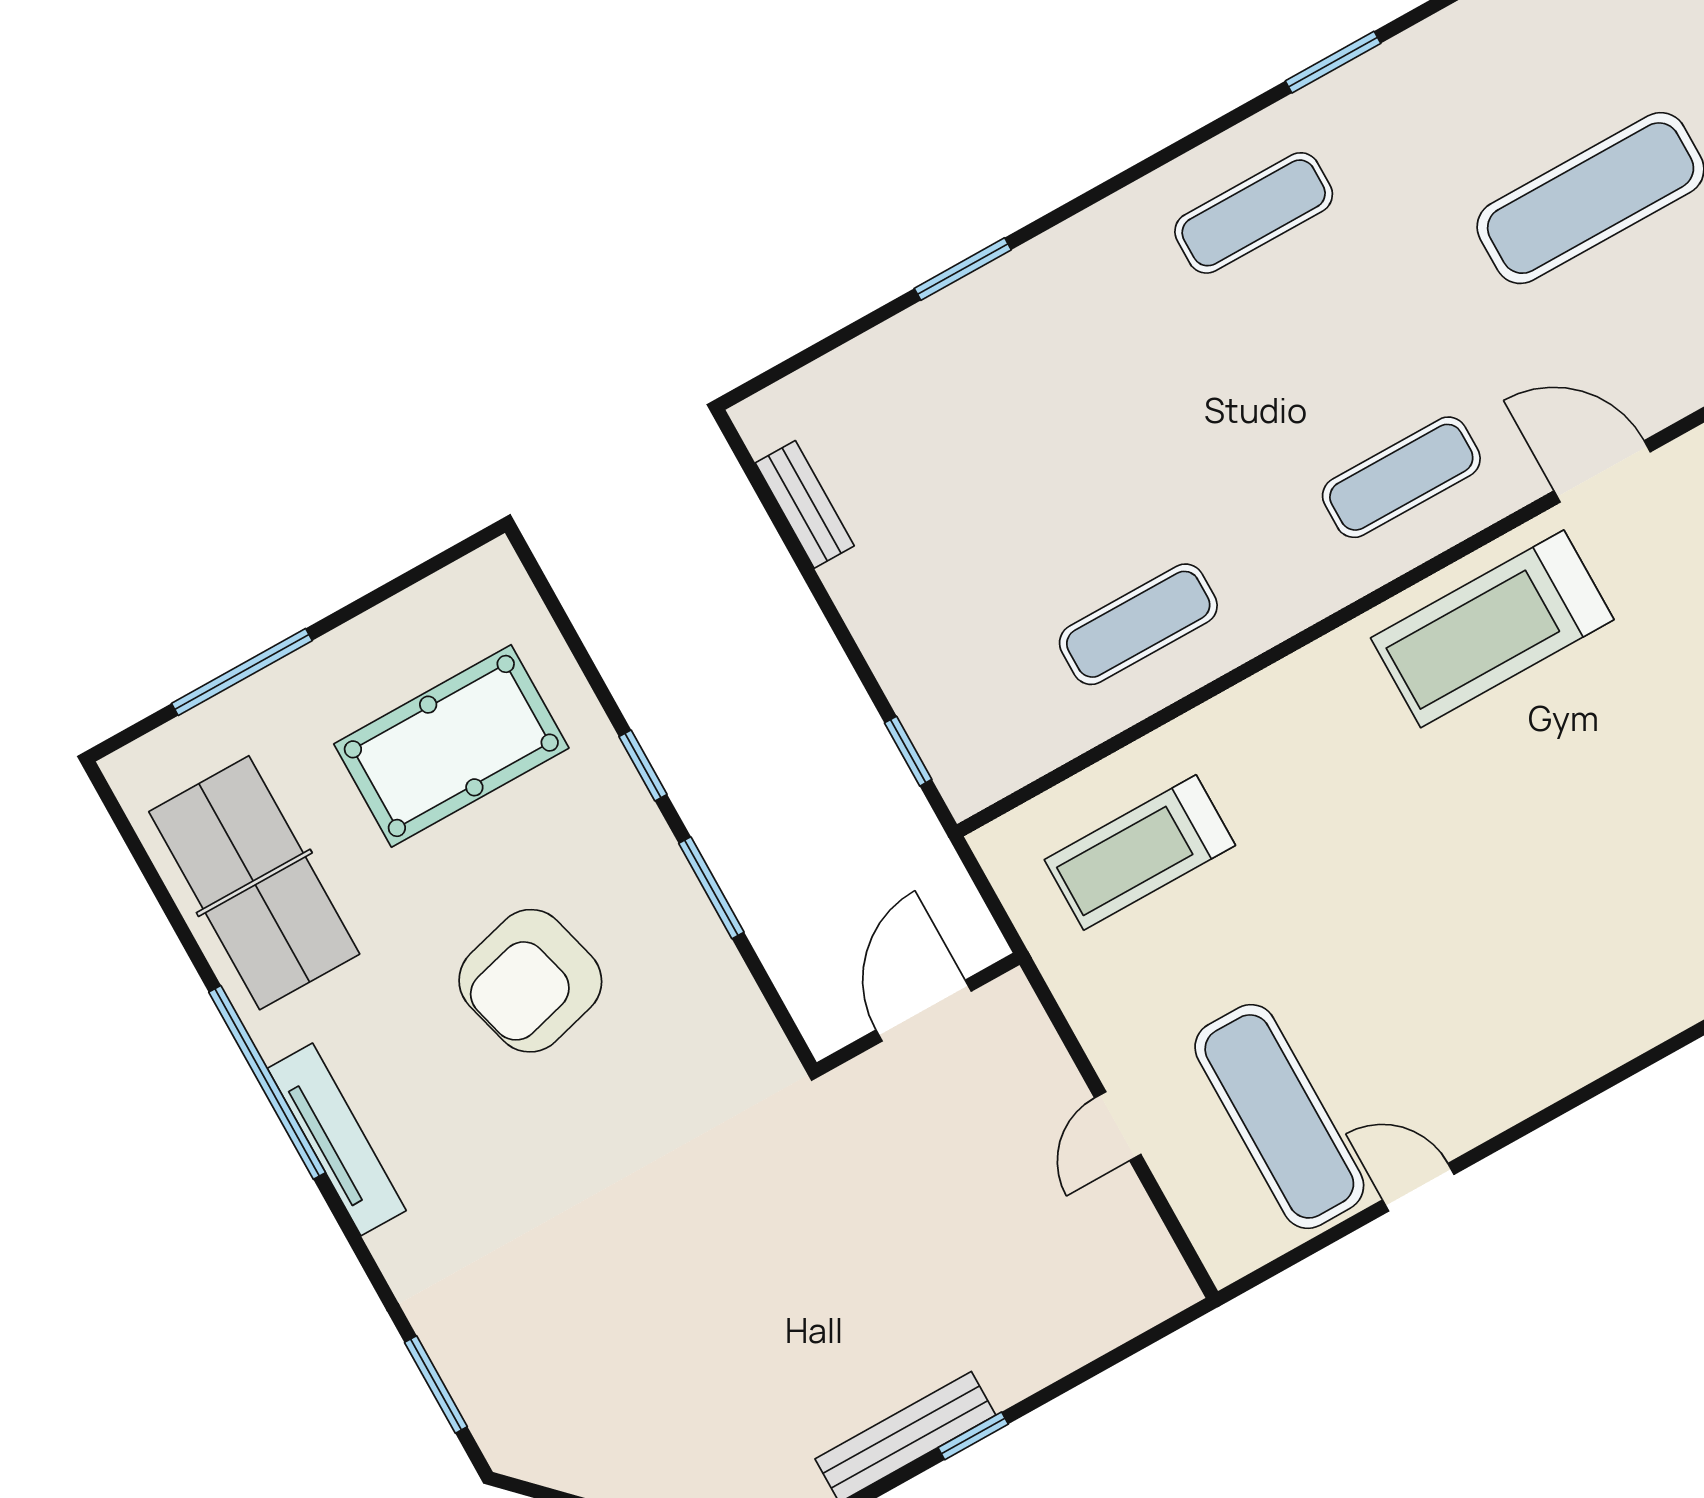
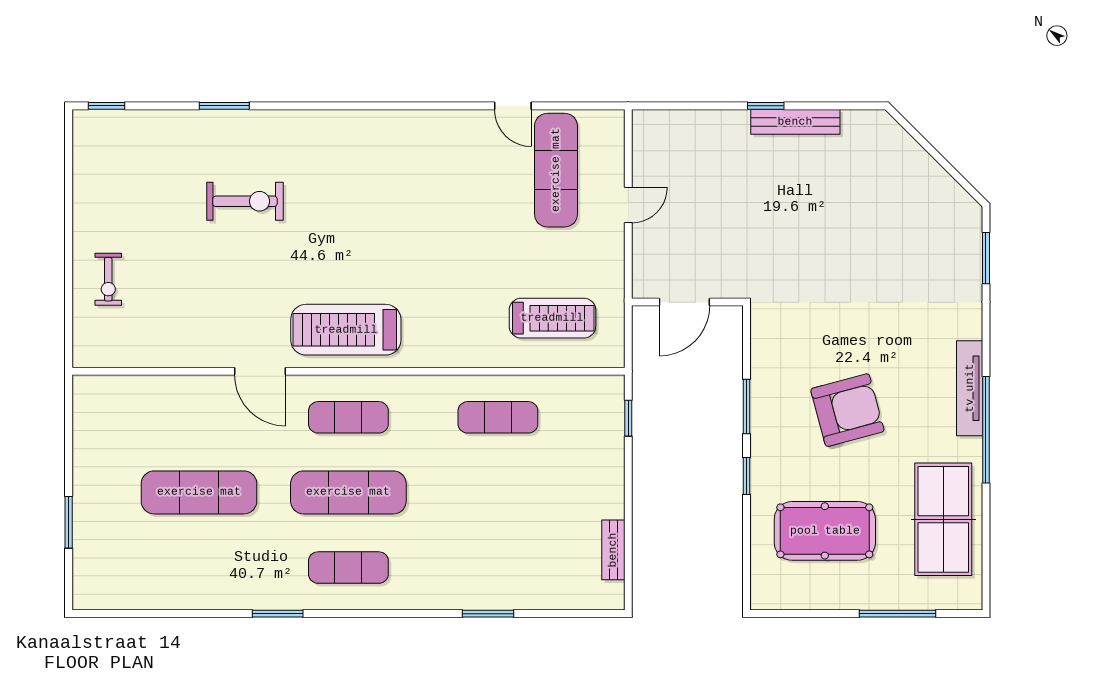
exercise mat: (1327, 345) -> (348, 492), added
treadmill: (1492, 629) -> (346, 330), turned 180

